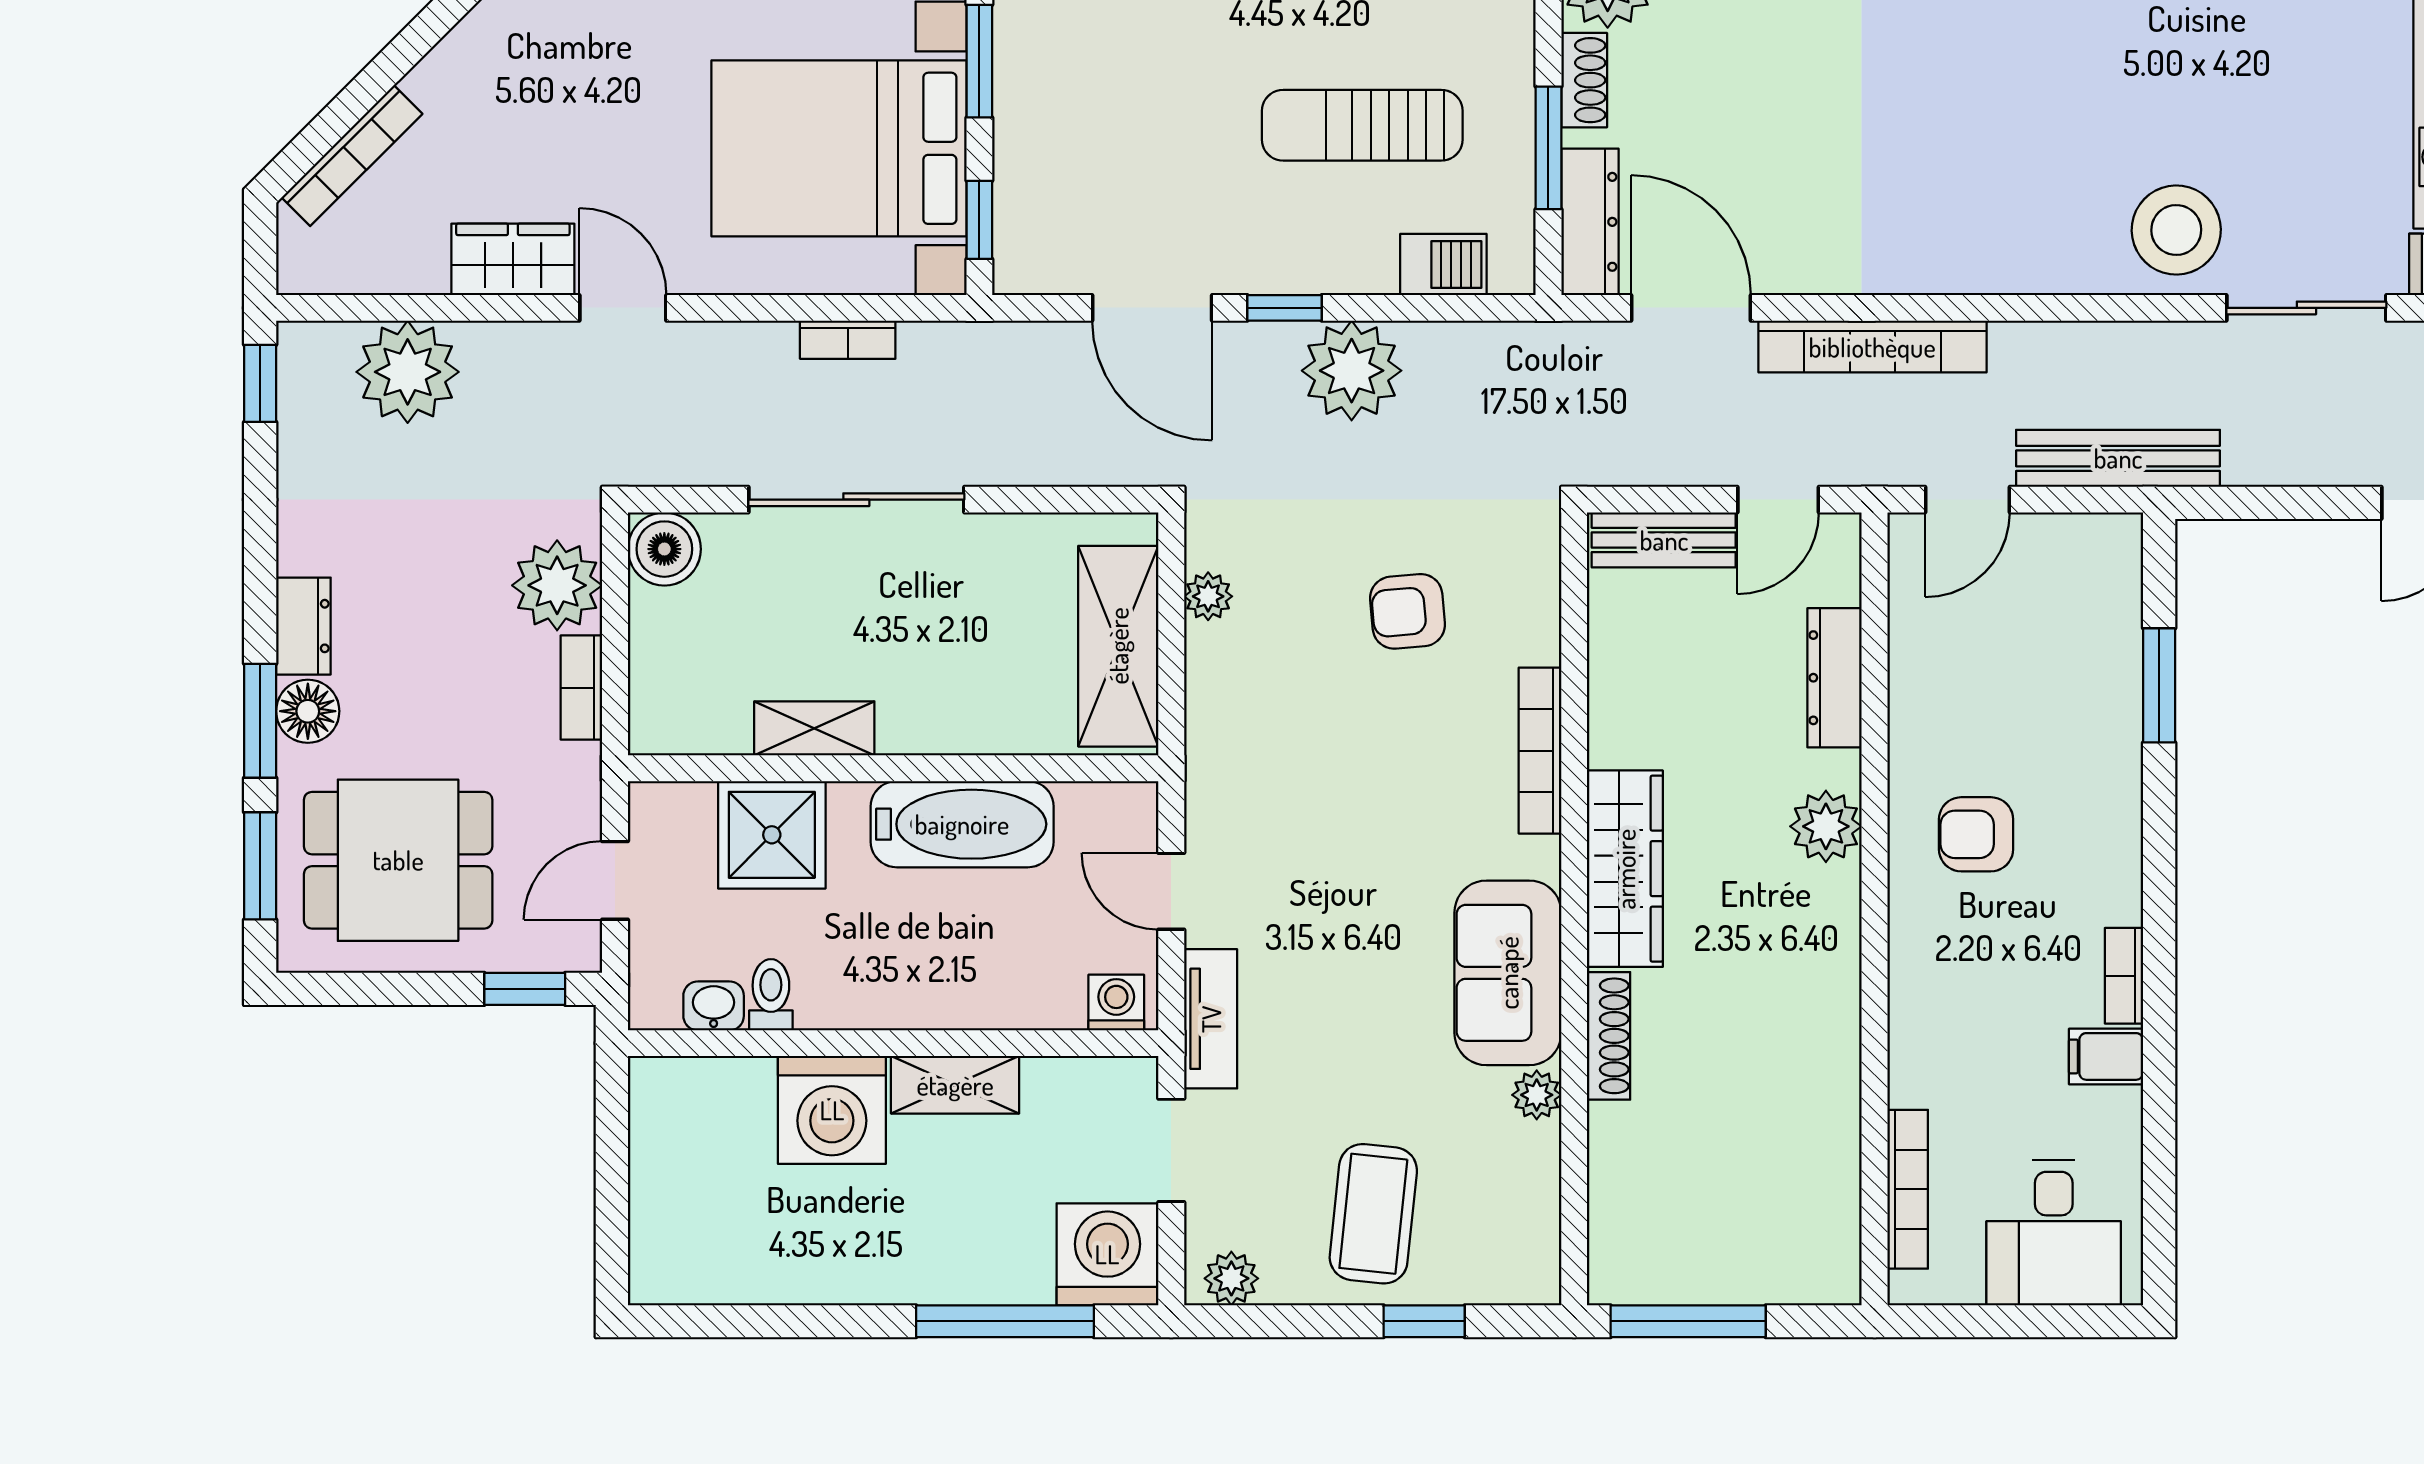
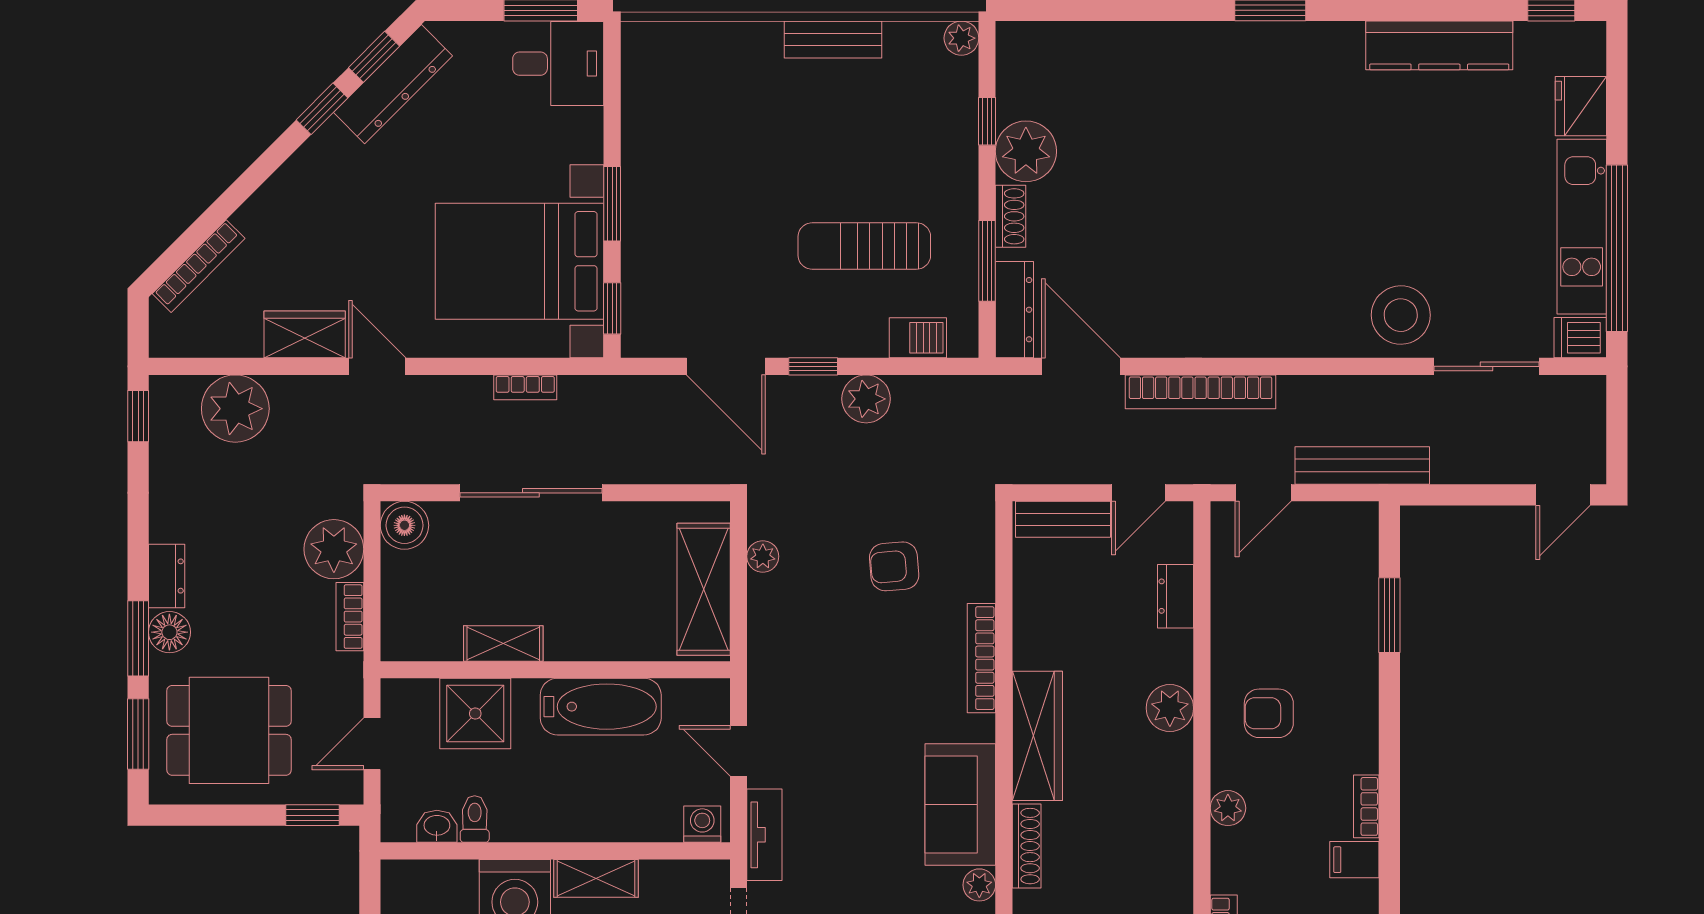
plant: (1352, 371) -> (866, 399), width x0.73, depth x0.73
dresser: (1835, 678) -> (1176, 596), width x0.70
plant: (1914, 978) -> (1228, 808), added

